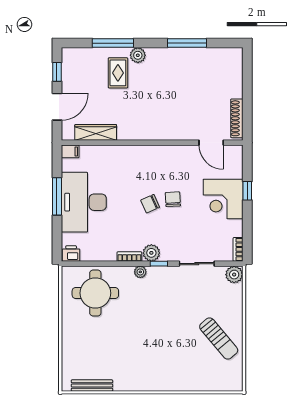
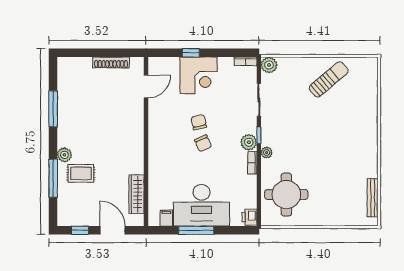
shoe rack: (237, 118) -> (111, 62), moved
filing cabinet: (70, 151) -> (166, 218), moved
chair: (173, 199) -> (199, 122), turned 81

